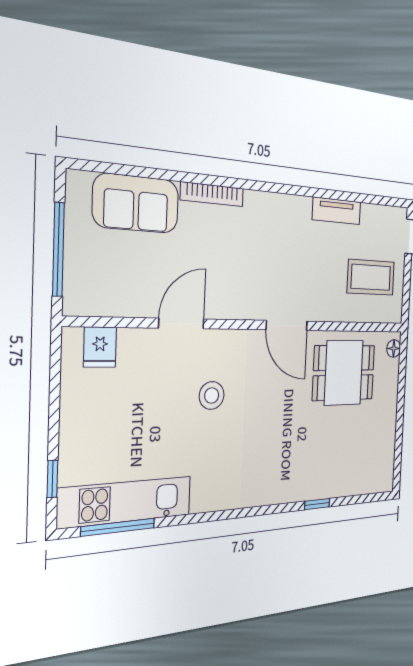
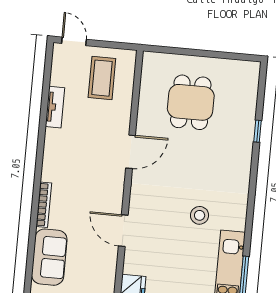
floor lamp: (394, 348) -> (155, 58), removed
dining table: (344, 373) -> (191, 102), moved
stool: (212, 396) -> (200, 215), moved

